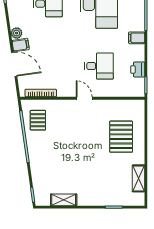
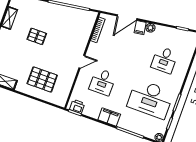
filing cabinet: (137, 38) -> (109, 117), width x2.00
printer: (138, 69) -> (77, 106), moved
pallet: (38, 120) -> (37, 36), moved

